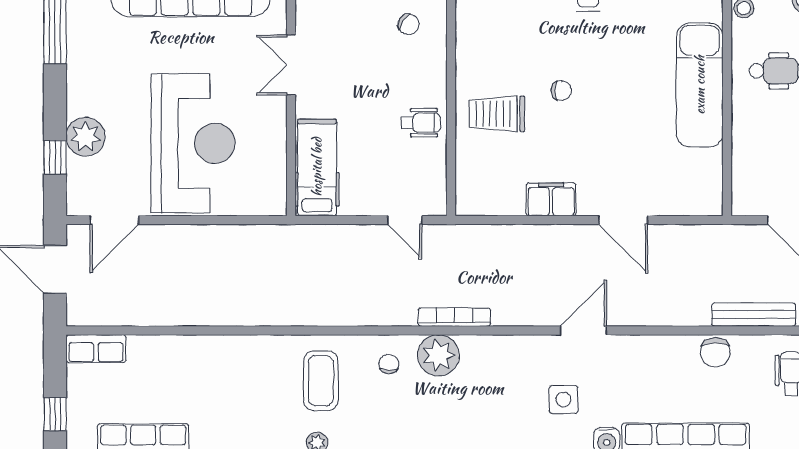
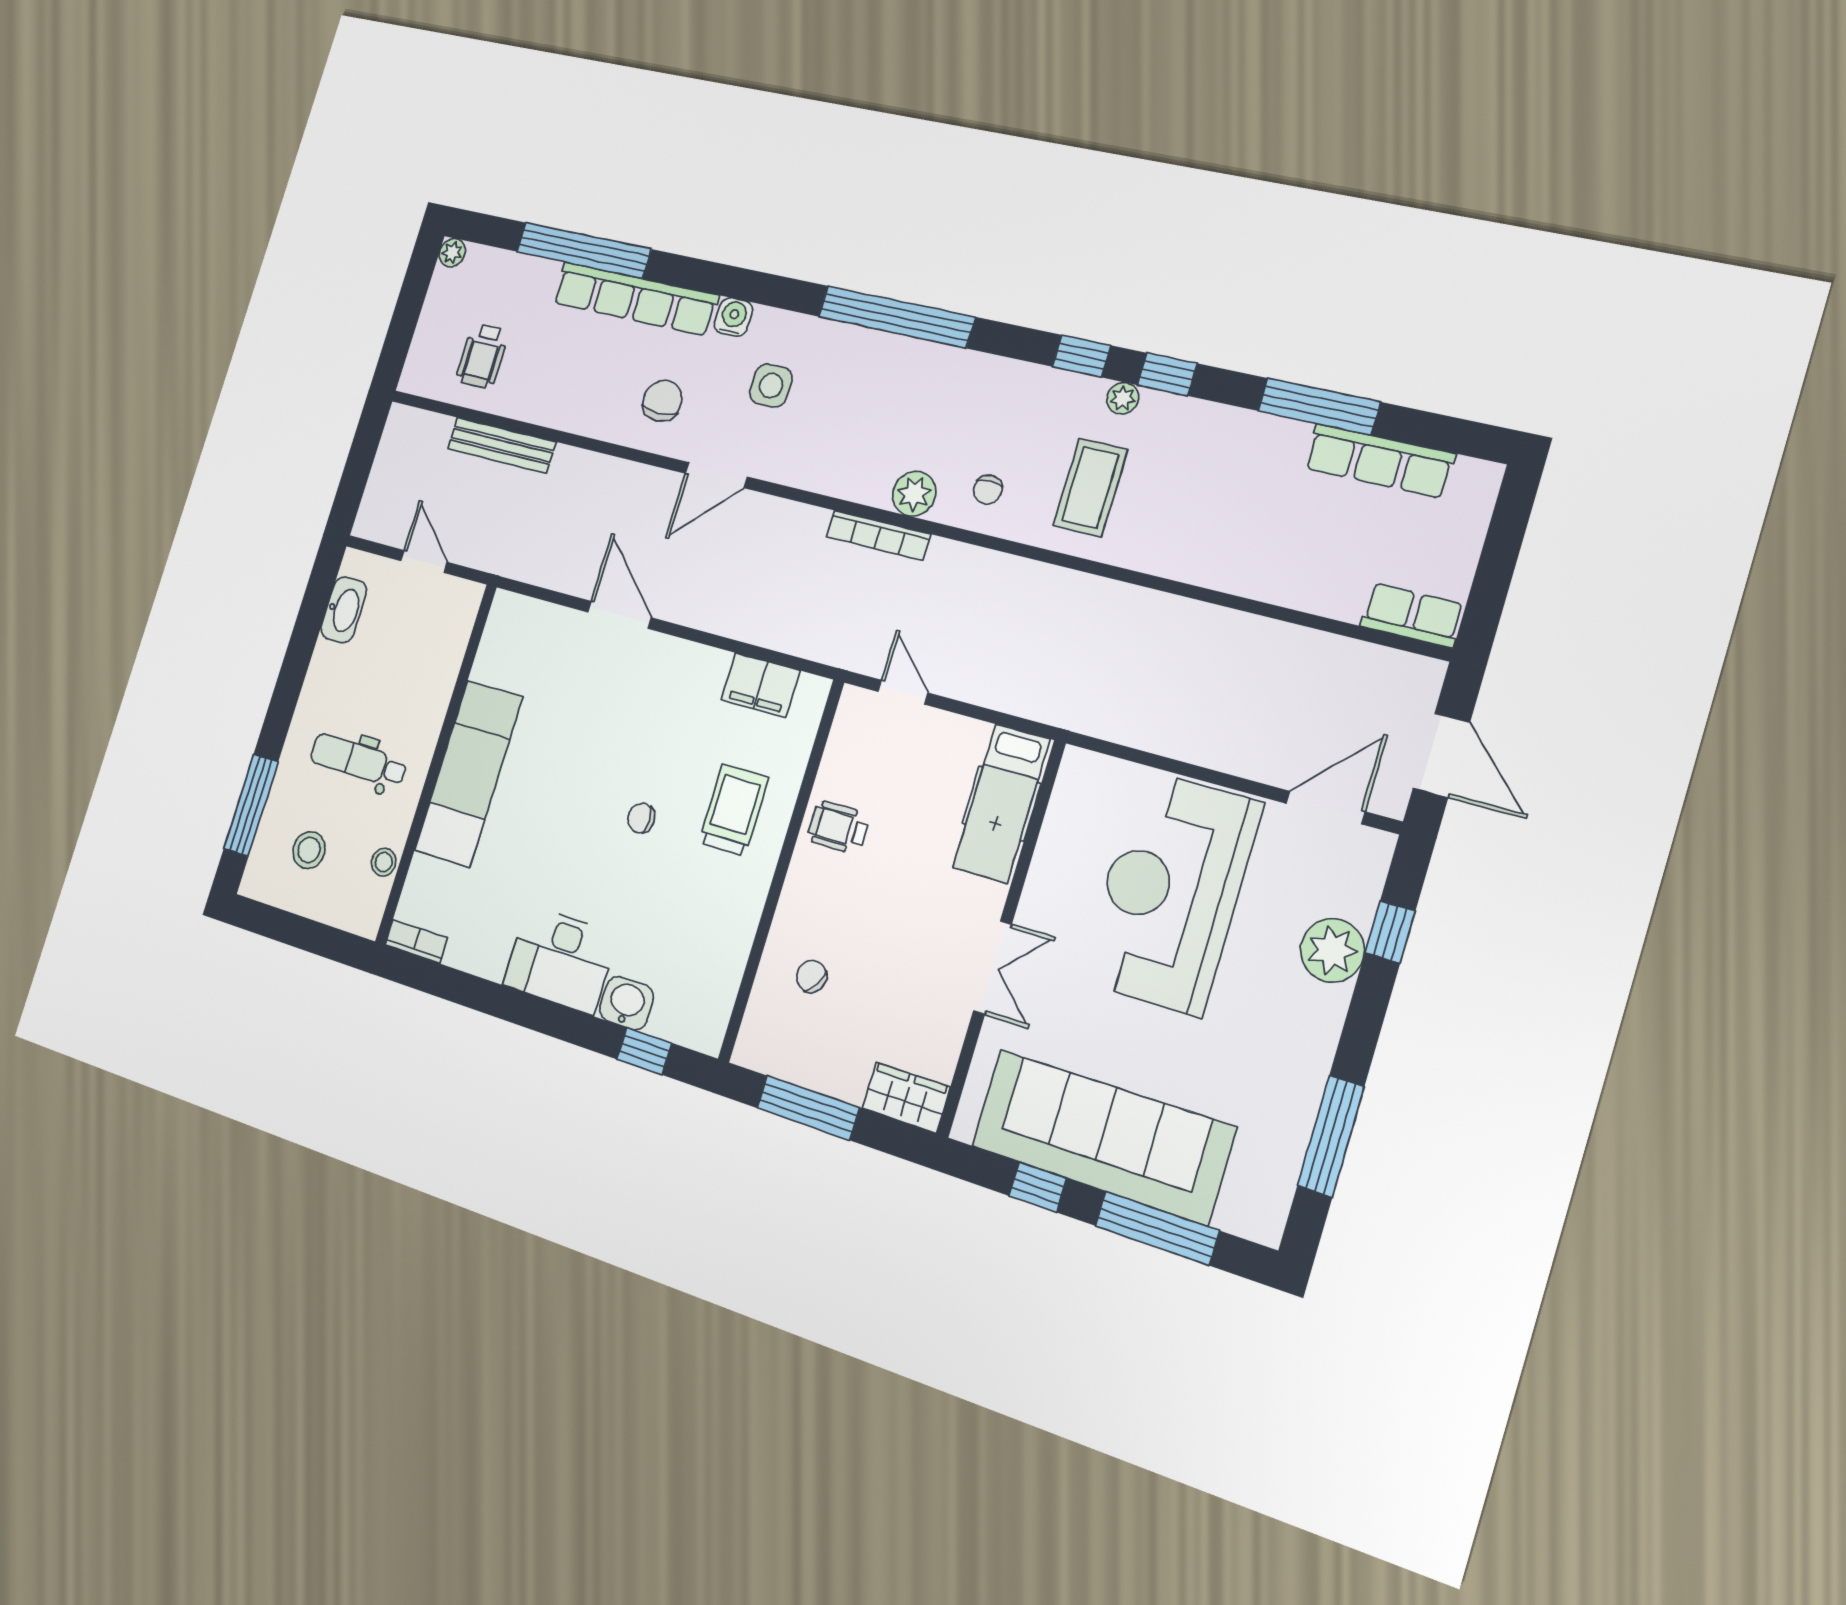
trolley: (497, 114) -> (734, 810), turned -90
filing cabinet: (551, 199) -> (760, 685), moved
chair: (715, 352) -> (662, 401), moved
plant: (438, 355) -> (914, 494), width x0.73, depth x0.73
window: (55, 414) -> (1507, 529), removed

